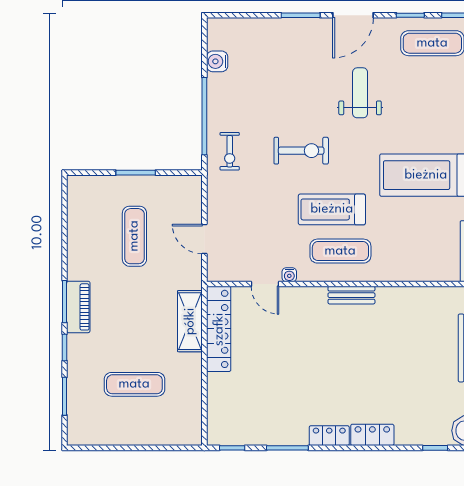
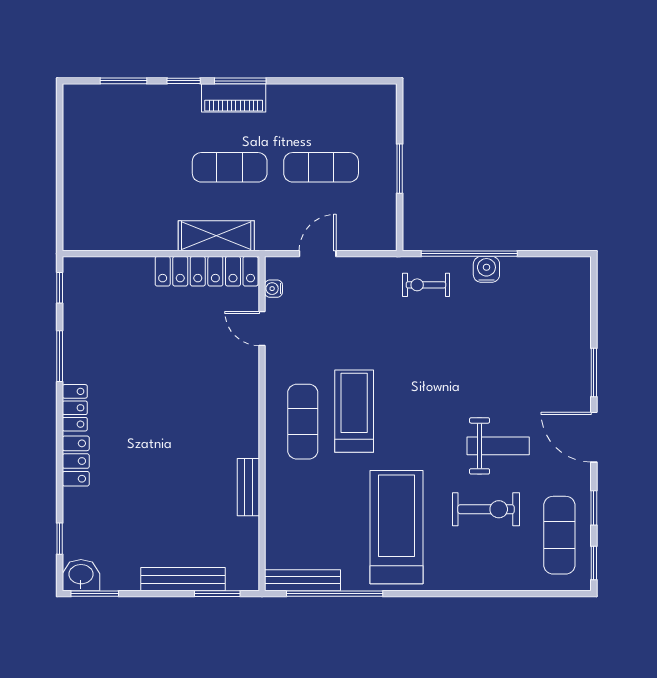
water cooler: (217, 61) -> (486, 269), moved
exercise bike: (301, 151) -> (486, 509), moved, turned -90
water cooler: (289, 275) -> (273, 289), moved
door: (265, 284) -> (262, 329), hinge flipped
bench: (351, 295) -> (248, 487), moved
exercise mat: (134, 384) -> (230, 167), moved, turned 90

